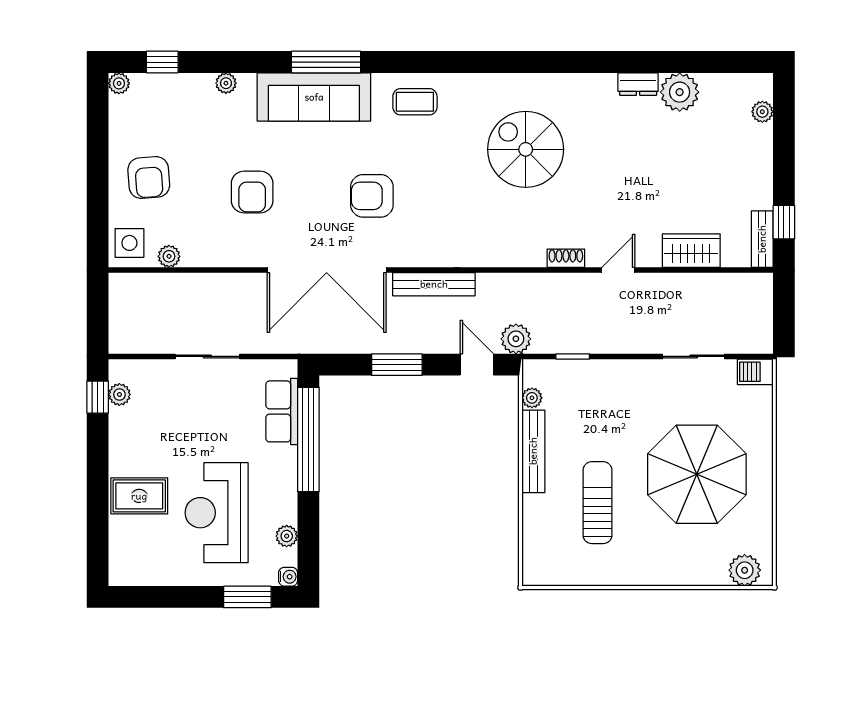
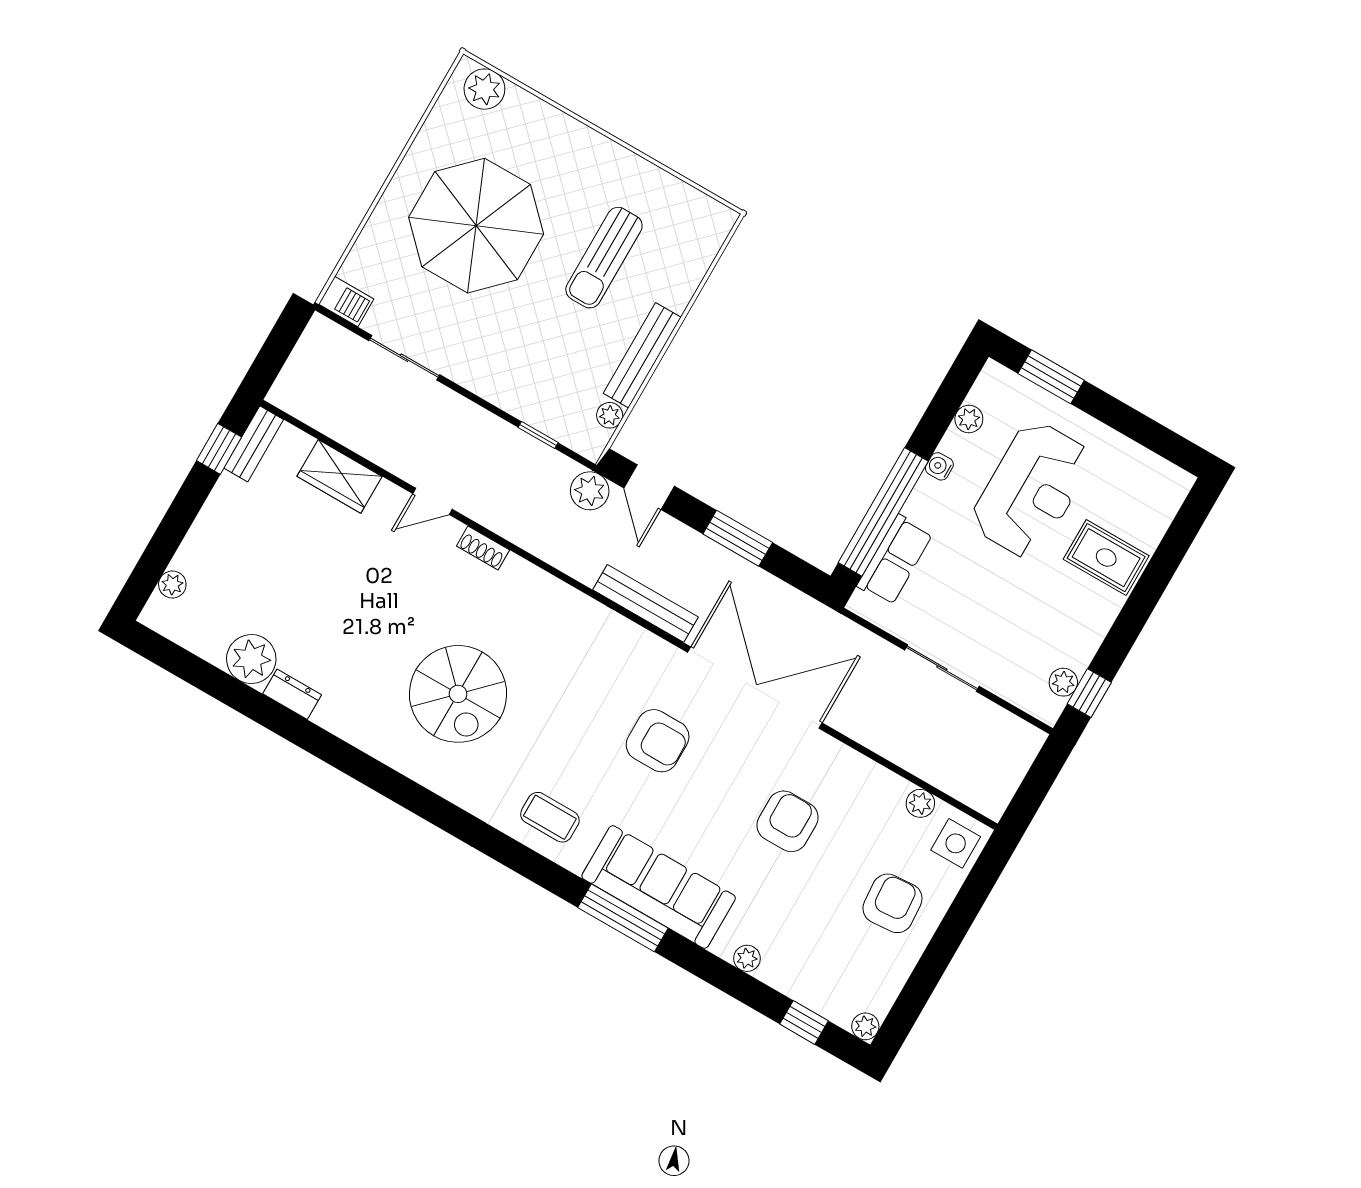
water cooler: (288, 577) -> (939, 466), moved

